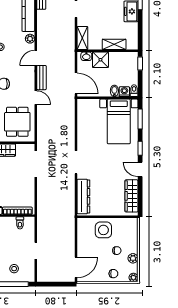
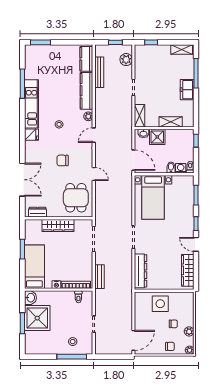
bench: (41, 78) -> (99, 277), moved
bed with nightstands: (119, 121) -> (153, 197), moved

